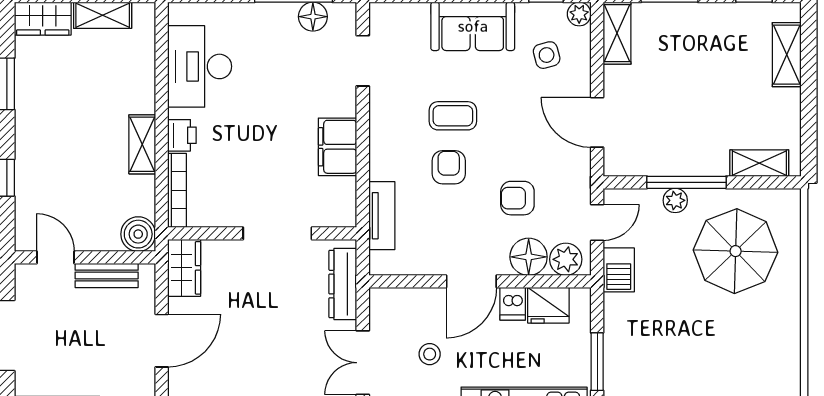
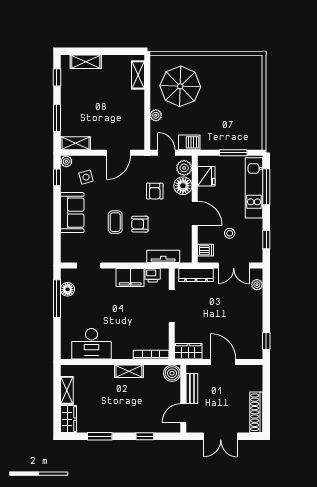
printer: (182, 135) -> (153, 275), moved, turned 180
window: (686, 182) -> (147, 110), removed
dishwasher: (513, 304) -> (205, 250), moved

